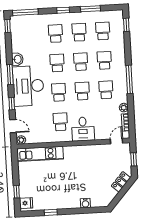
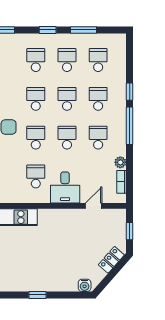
window: (126, 25) -> (130, 92), moved
door: (116, 141) -> (94, 206), moved
water cooler: (85, 203) -> (85, 285), moved
window: (51, 212) -> (37, 295), moved

